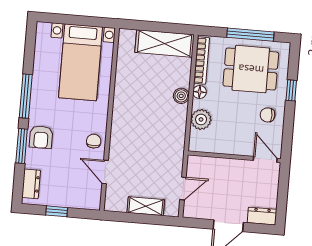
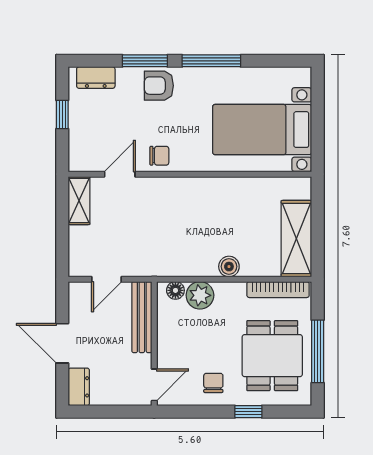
floor lamp: (200, 92) -> (175, 290), moved
bench: (214, 164) -> (142, 317), added
door: (183, 189) -> (107, 279), hinge flipped
shelving: (146, 206) -> (79, 201), moved

